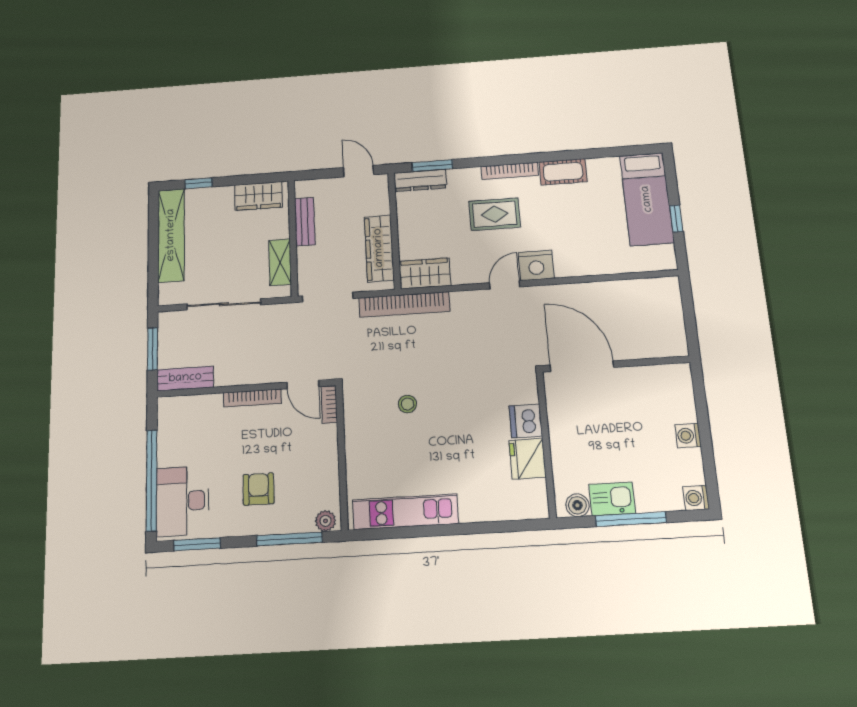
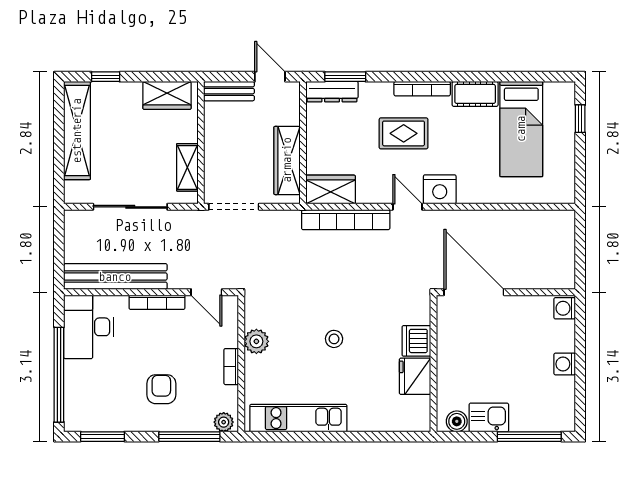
bed: (647, 199) -> (521, 129), moved
window: (676, 219) -> (580, 119), moved
bench: (305, 222) -> (229, 91), moved, turned 90
door: (505, 285) -> (407, 207), hinge flipped
bookcase: (404, 304) -> (346, 220), moved
window: (153, 349) -> (59, 247), removed
bench: (185, 378) -> (115, 277), width x1.86, depth x1.21
bookcase: (329, 404) -> (231, 367), moved
stool: (407, 404) -> (334, 339), moved
plant: (357, 432) -> (256, 341), added
washing machine: (696, 498) -> (565, 308), moved
desk: (182, 501) -> (89, 327), moved
window: (631, 519) -> (529, 437), moved

